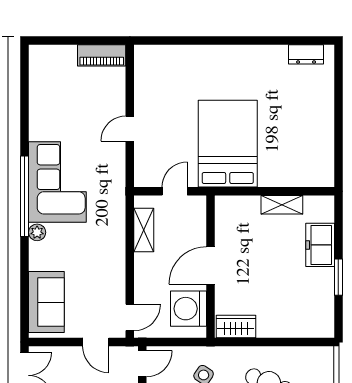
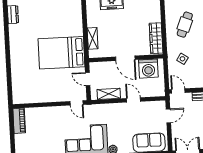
door: (130, 129) -> (77, 103), moved
shelving: (282, 205) -> (93, 38), moved
door: (130, 317) -> (134, 100), moved
wardrobe: (236, 326) -> (156, 38), width x1.50

